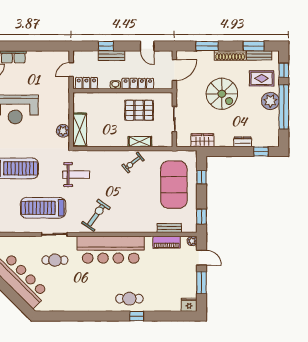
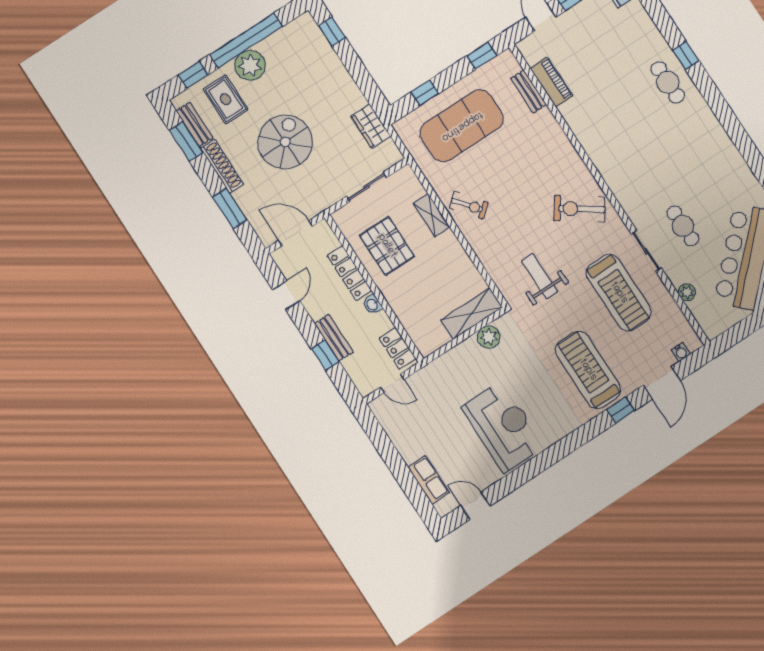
dresser: (243, 142) -> (335, 67), removed
plant: (192, 241) -> (687, 292), moved
bar counter: (111, 250) -> (615, 155), removed

